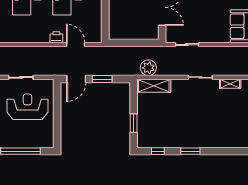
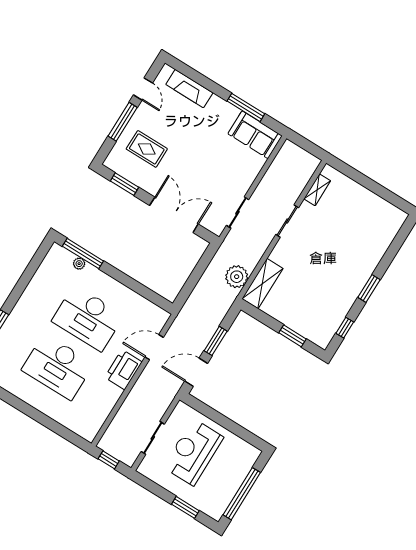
printer: (56, 37) -> (123, 370), width x1.87, depth x1.48
door: (76, 79) -> (196, 372), swing flipped

